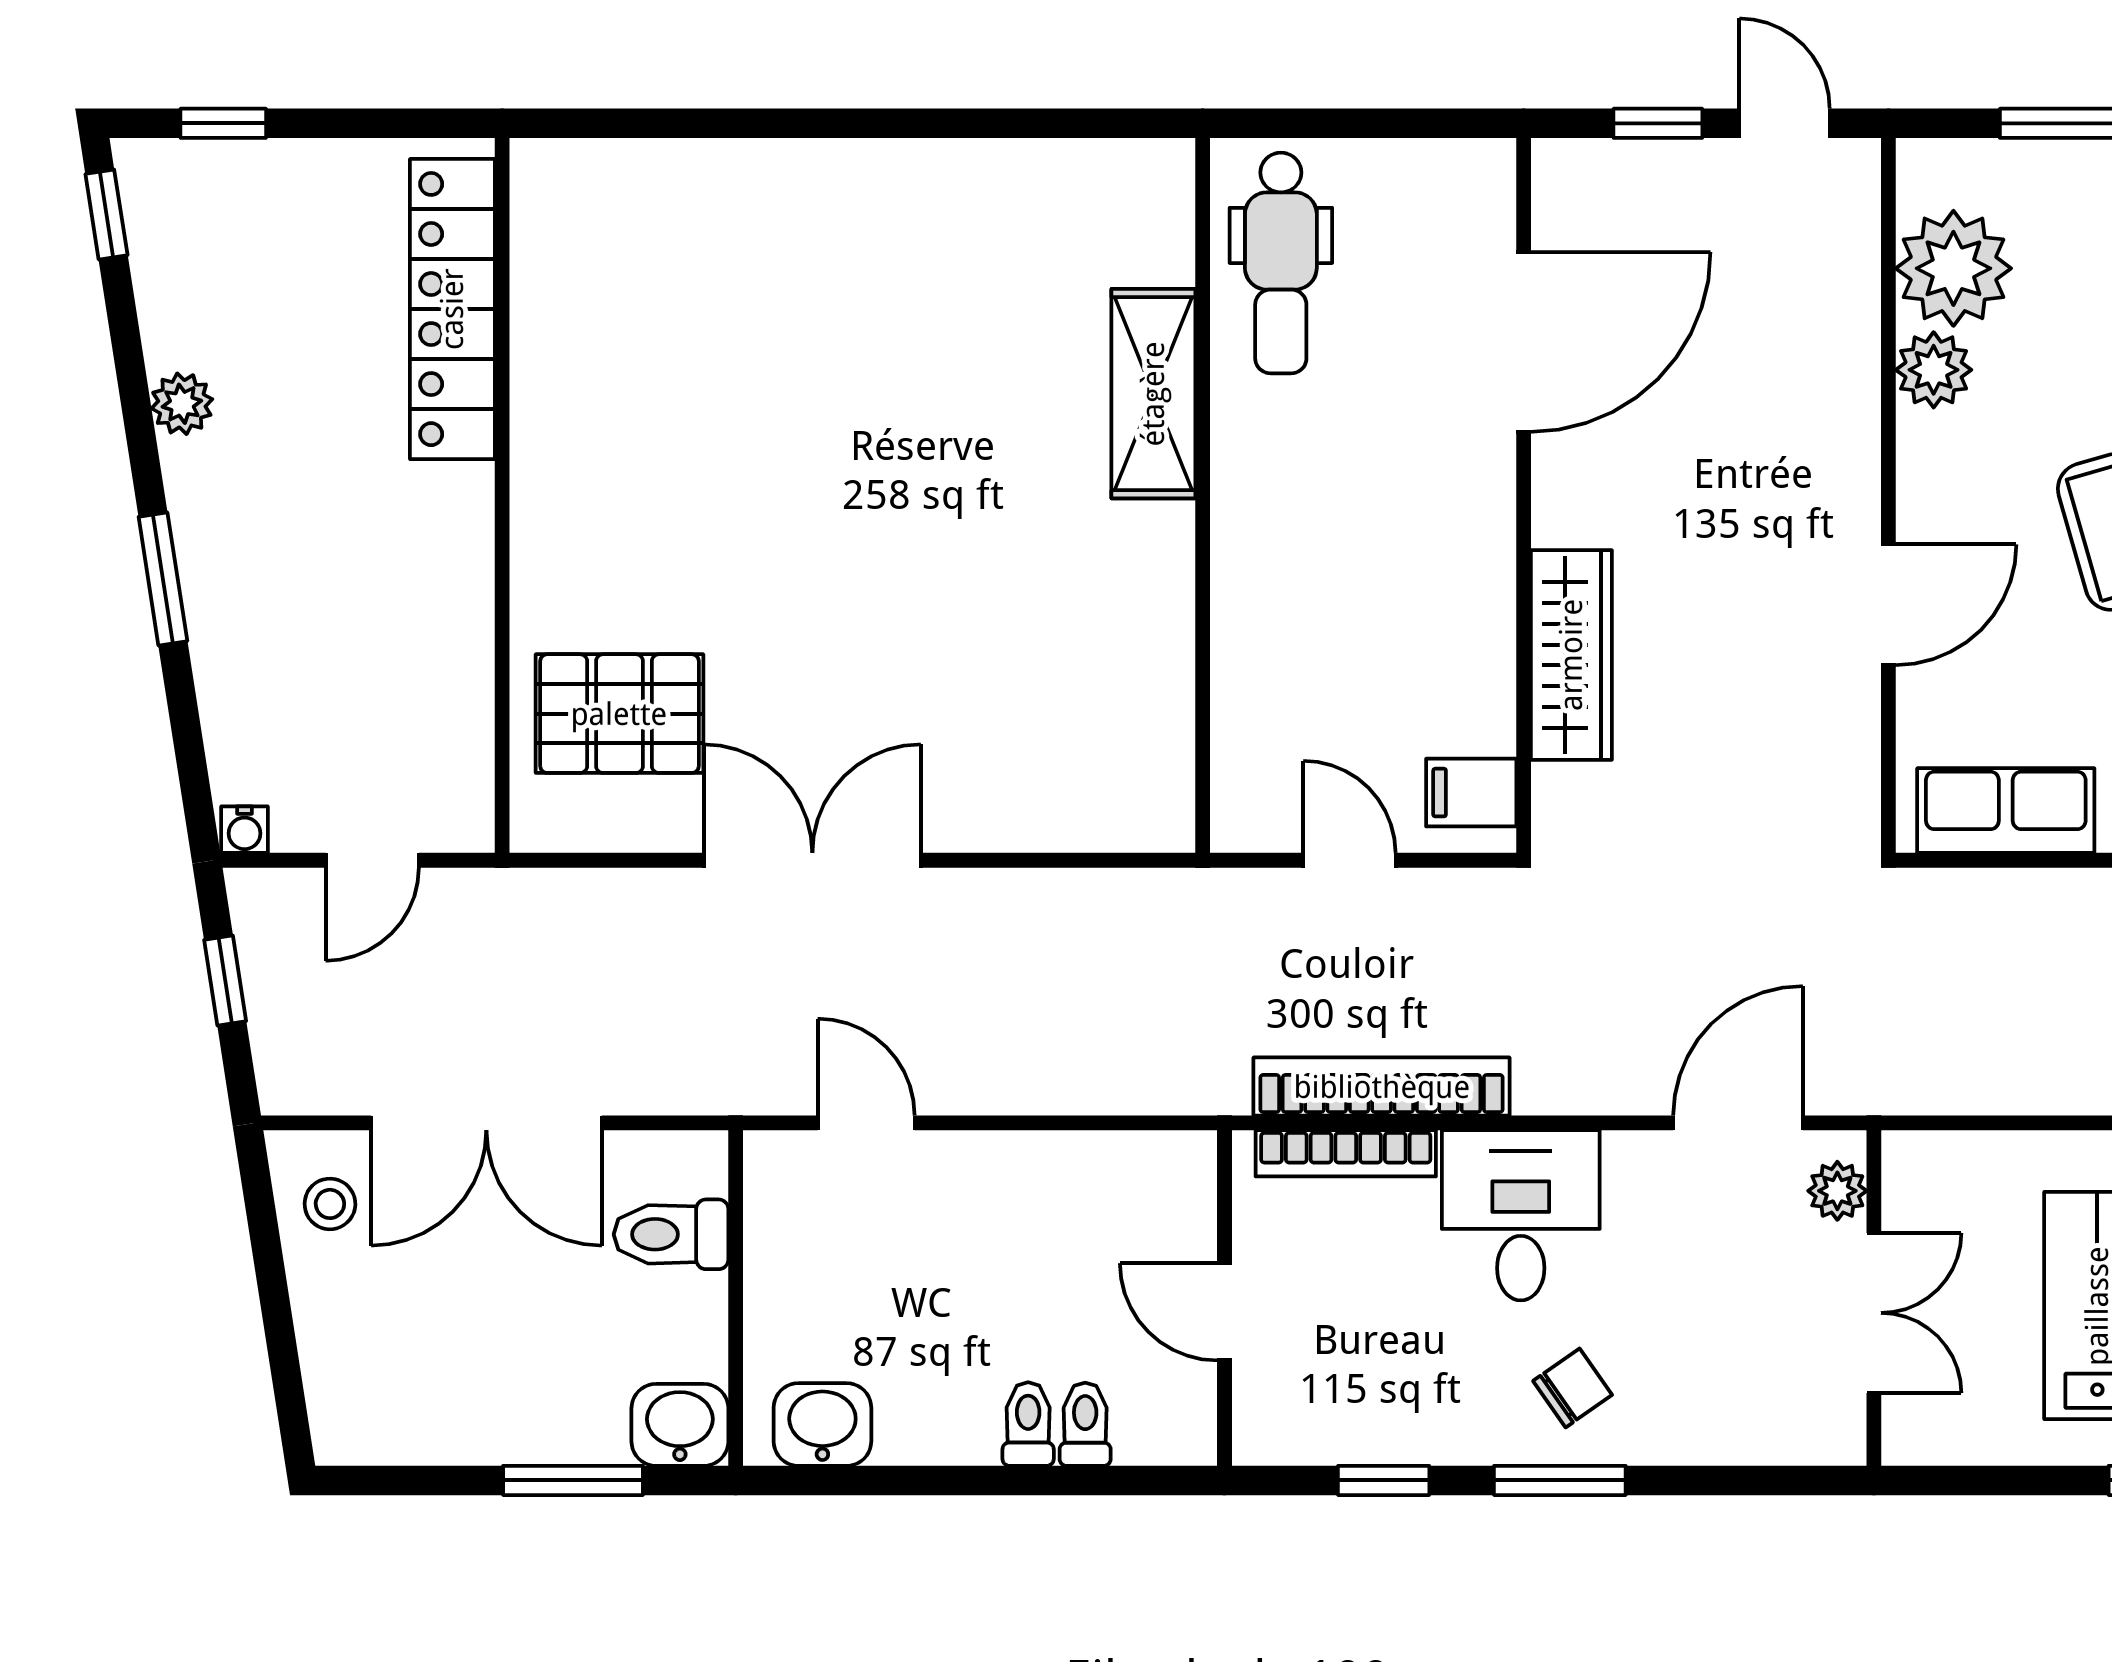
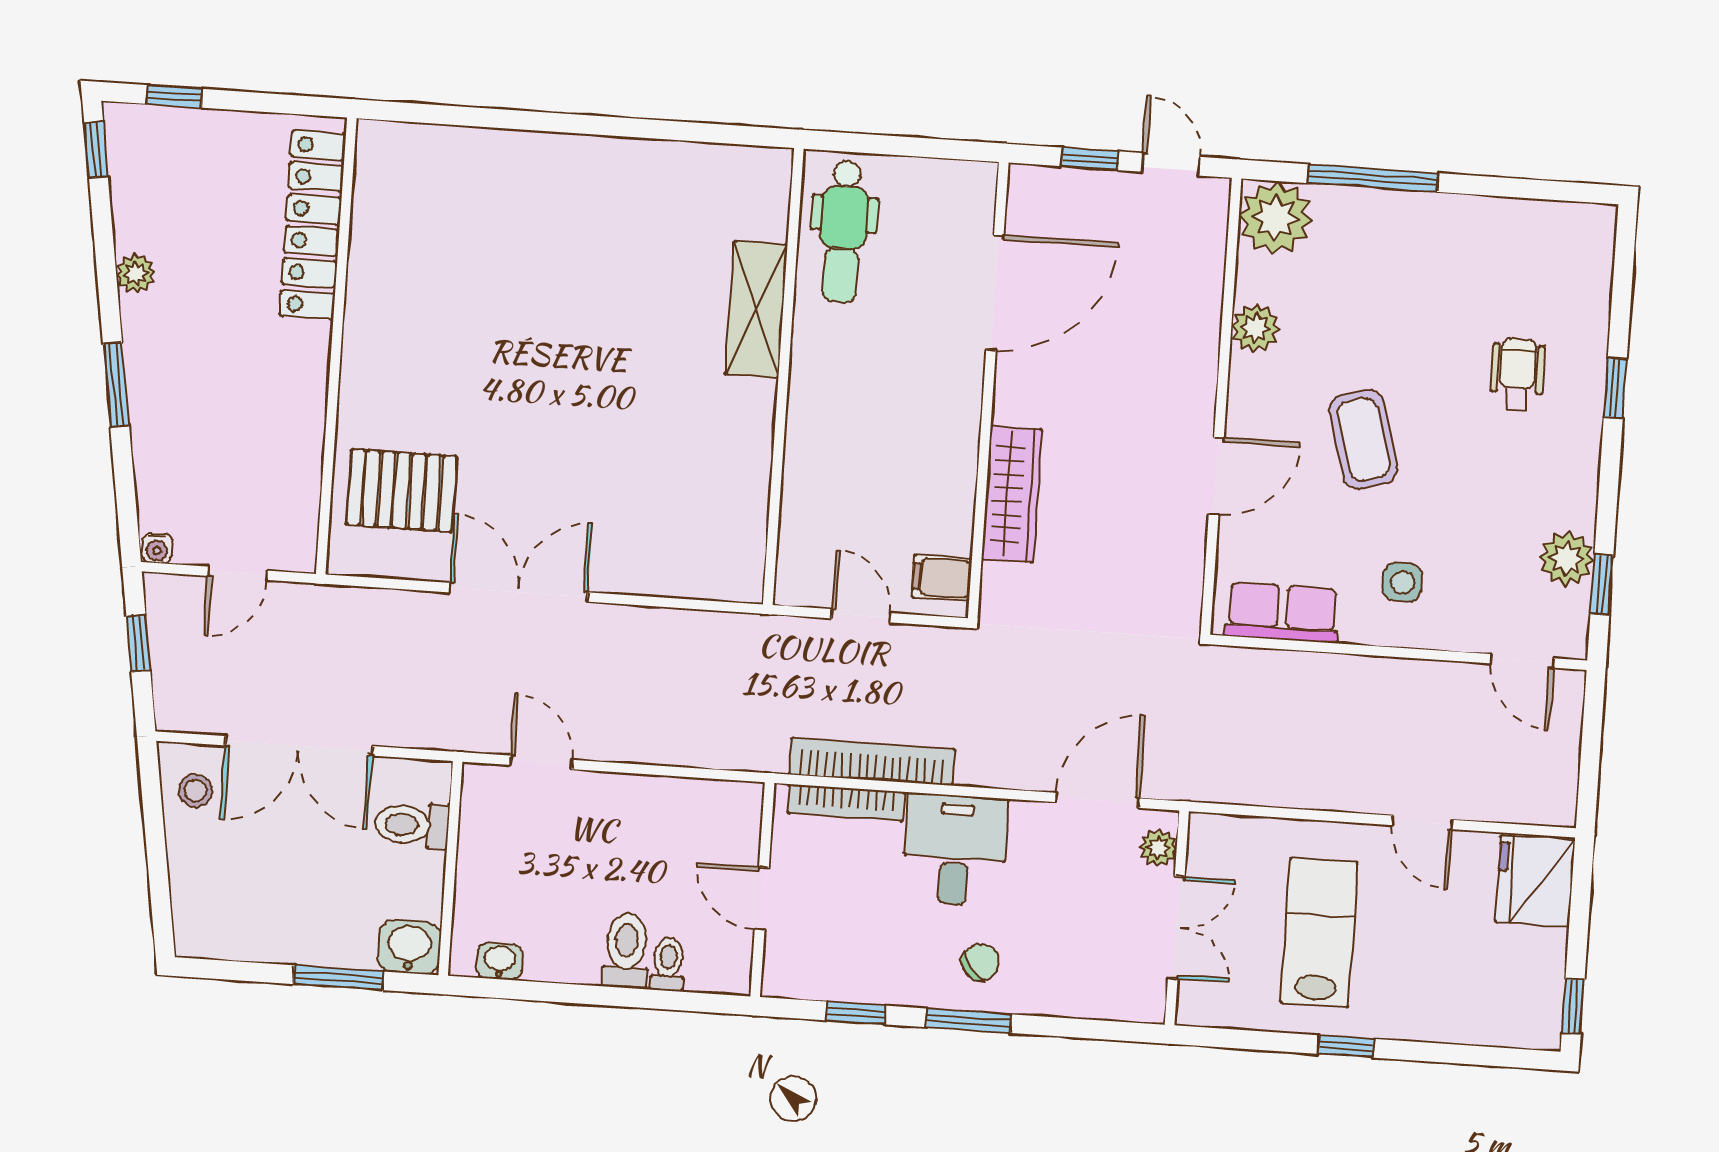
plant: (1953, 268) -> (1276, 218), moved
toilet: (1028, 1424) -> (626, 951), width x1.37, depth x1.39
washbasin: (822, 1425) -> (500, 961), width x0.72, depth x0.69

